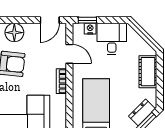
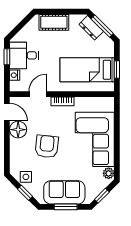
window: (87, 20) -> (7, 57), moved
floor lamp: (14, 33) -> (18, 130), moved

